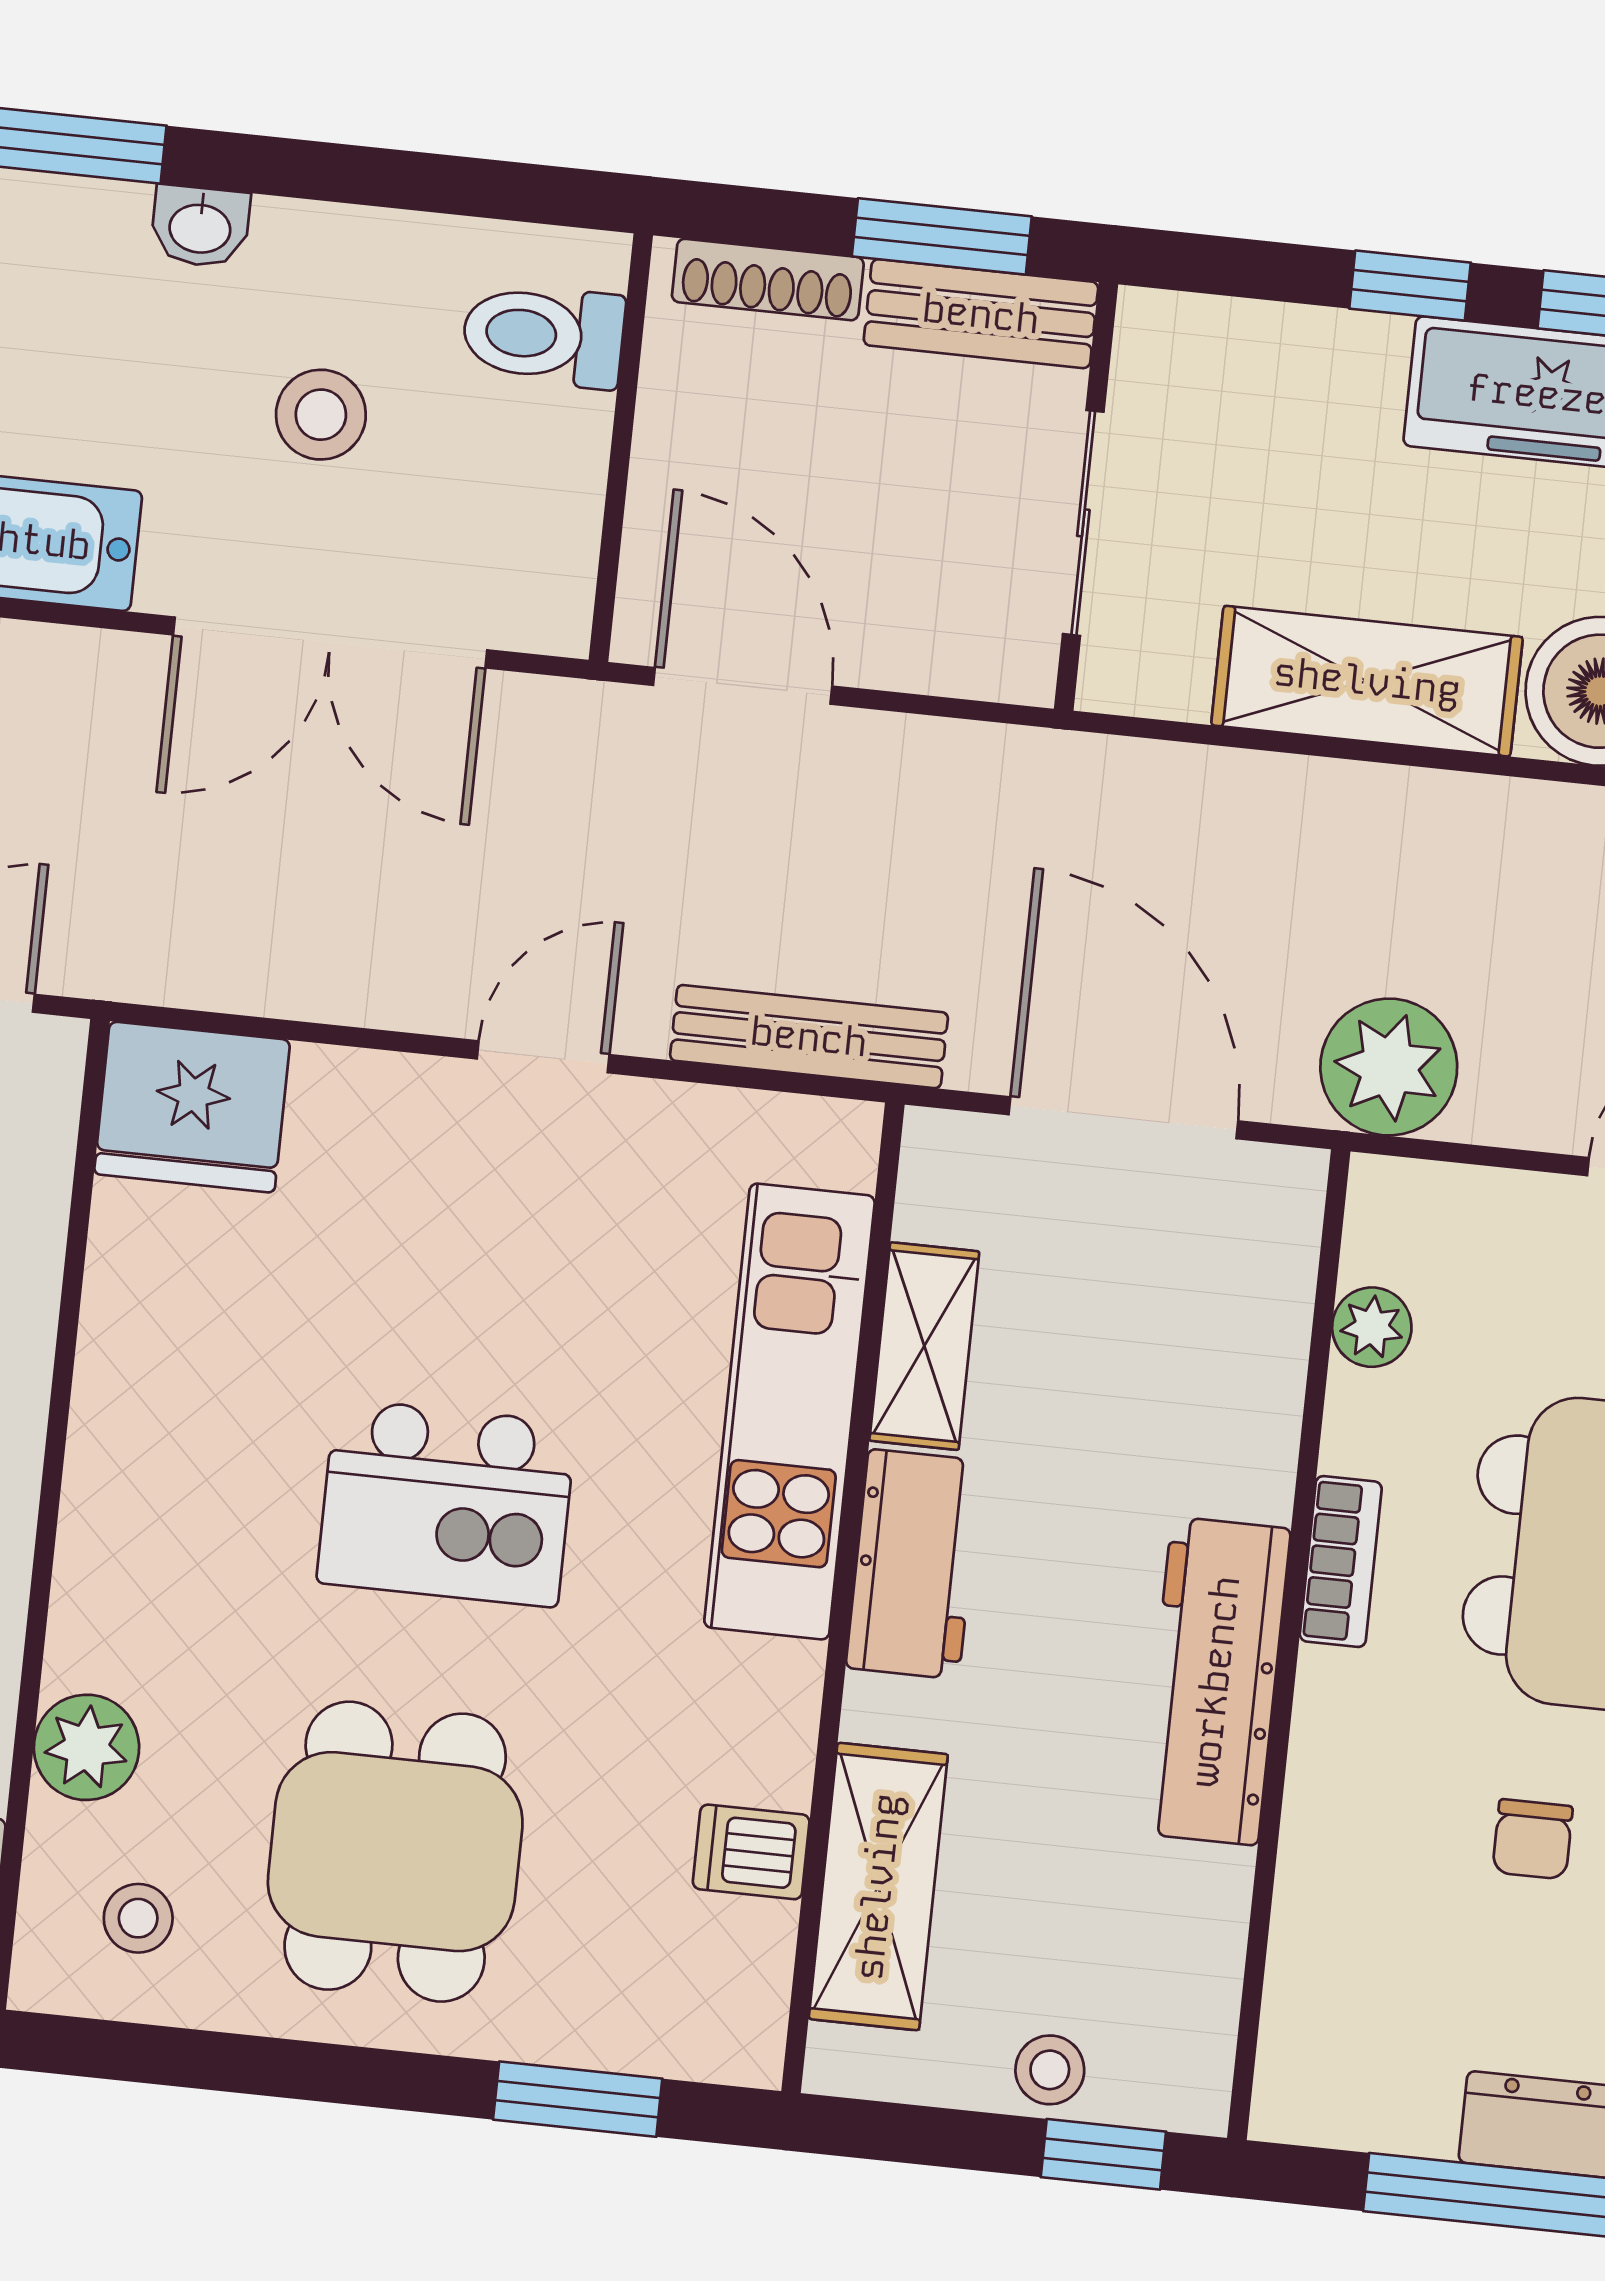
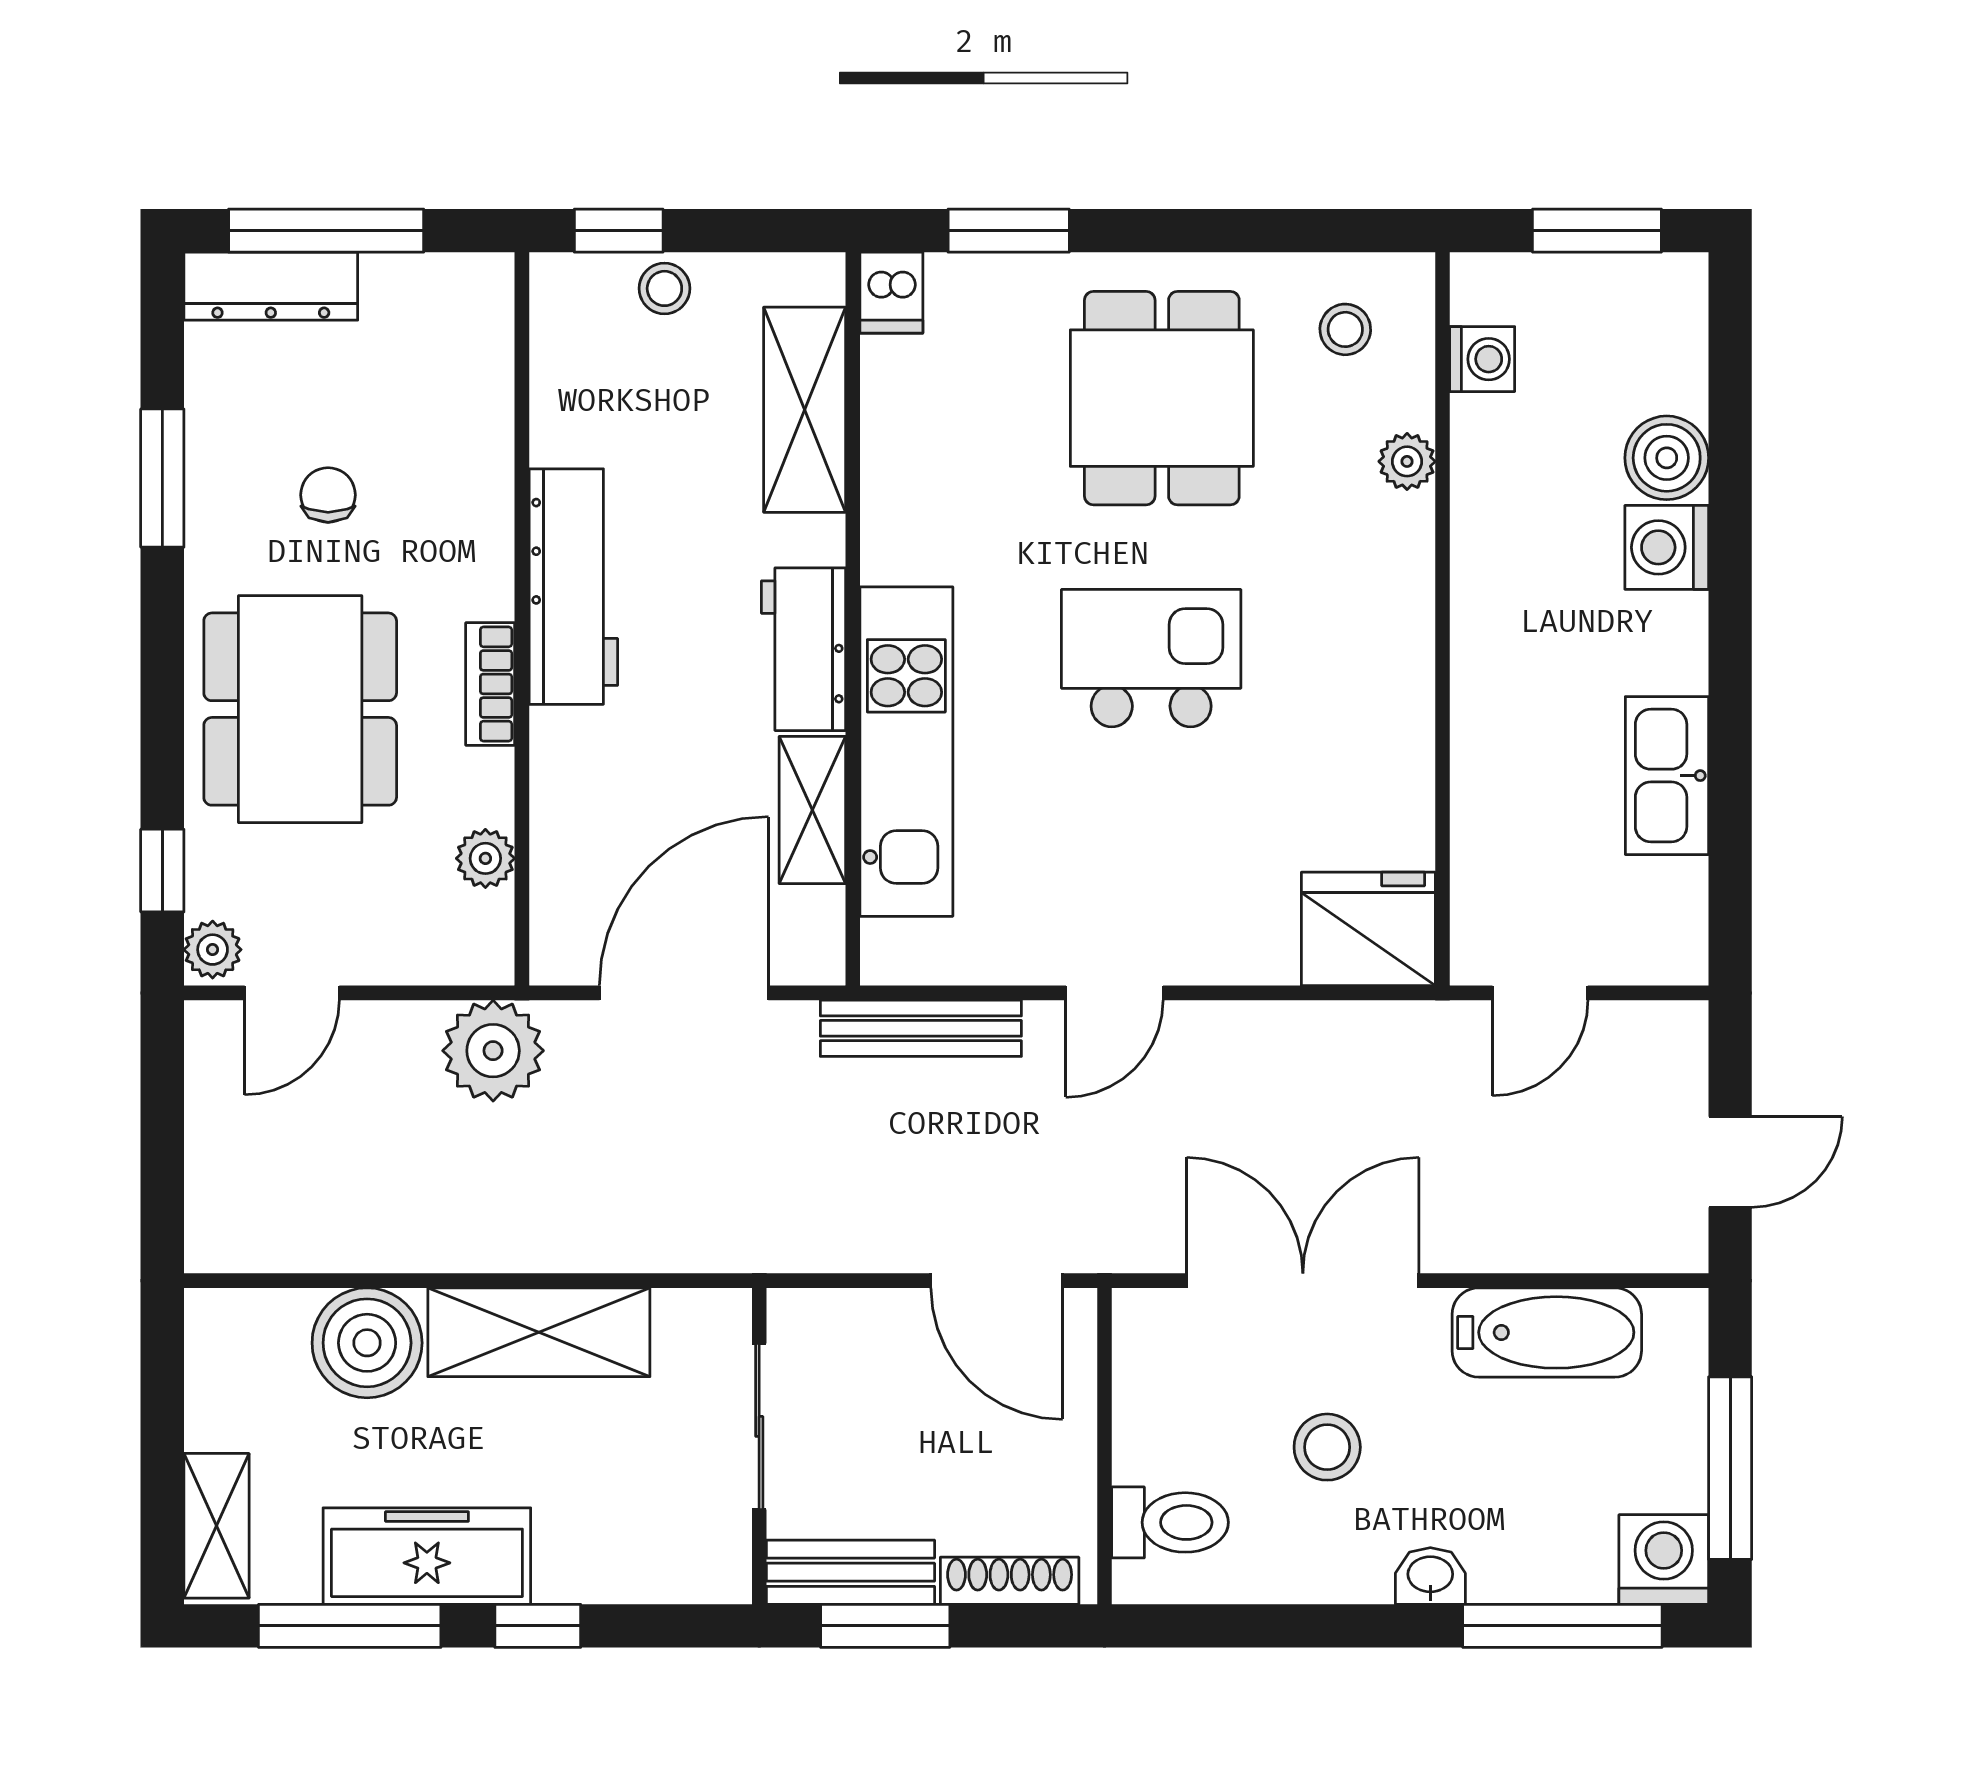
door: (1123, 1118) -> (684, 993), swing flipped
plant: (86, 1747) -> (1407, 461), width x0.73, depth x0.73
dishwasher: (751, 1852) -> (891, 293), moved, turned 90

